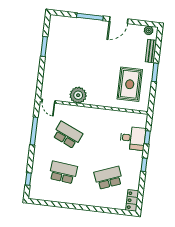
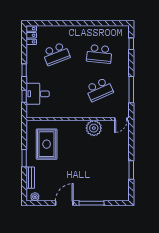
door: (49, 101) -> (121, 119), swing flipped
school desk: (68, 135) -> (99, 90), turned -48

